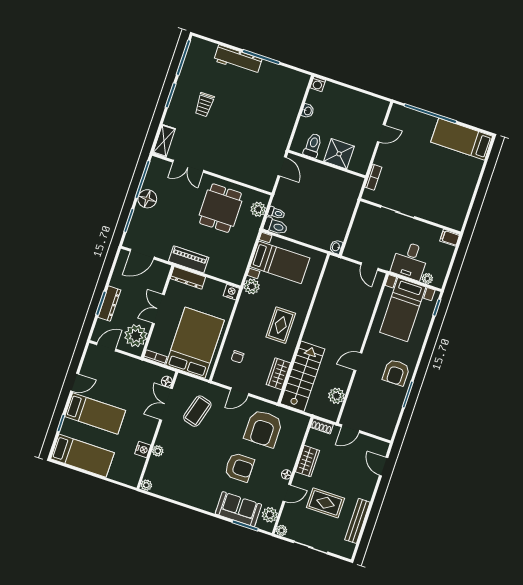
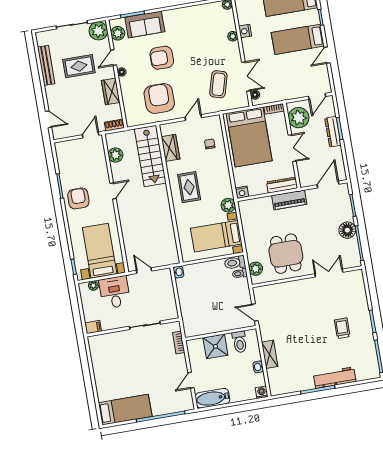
bathtub: (369, 104) -> (212, 398), added
shelving: (164, 141) -> (270, 354), moved
plant: (281, 530) -> (98, 31), width x1.87, depth x1.87

